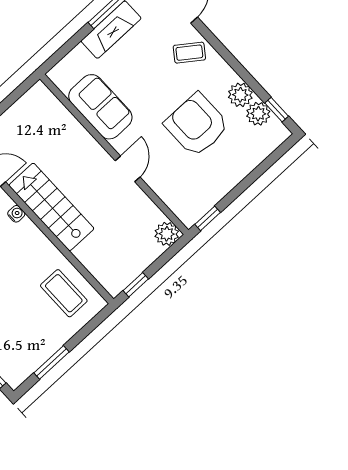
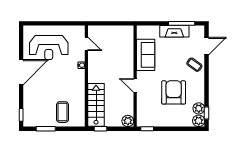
plant: (240, 95) -> (199, 121), moved
door: (128, 169) -> (135, 85), swing flipped
stairs: (51, 207) -> (96, 105), moved
coffee table: (64, 293) -> (63, 112), moved

